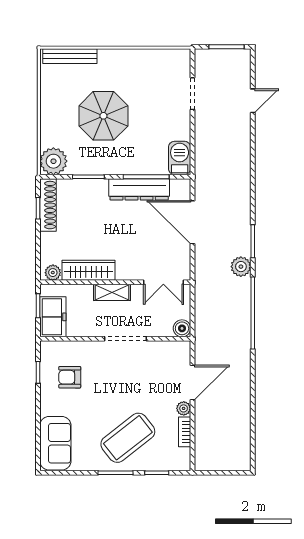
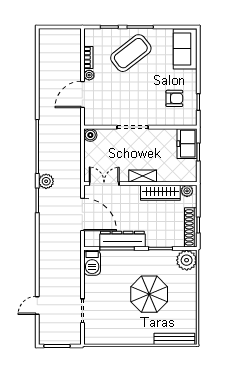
wardrobe: (89, 270) -> (160, 193), moved
plant: (53, 273) -> (187, 191), moved
wall: (115, 282) -> (140, 184), moved
double door: (163, 282) -> (104, 184), moved
shelving: (112, 292) -> (143, 176), moved

